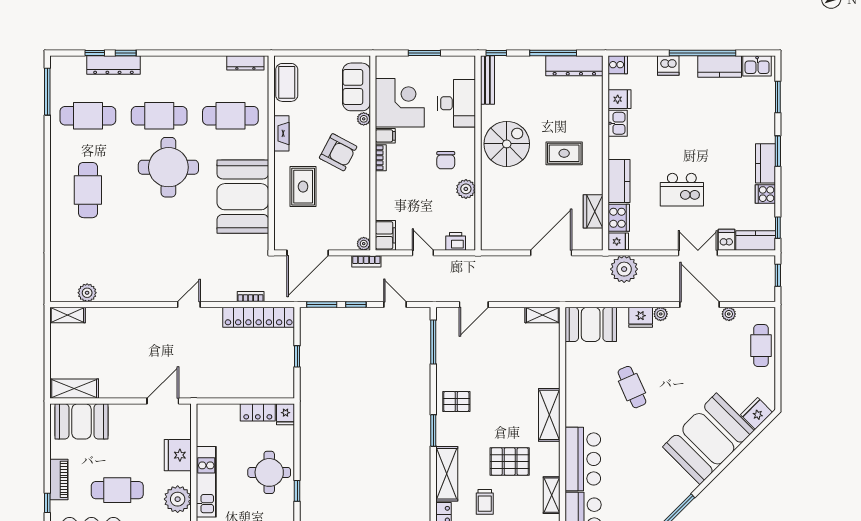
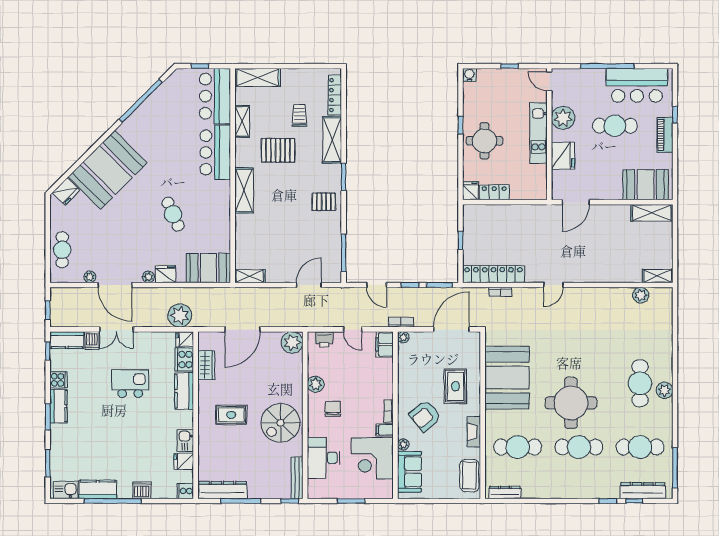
dresser: (113, 65) -> (643, 491), moved
armchair: (338, 152) -> (425, 416), turned -67
plant: (59, 182) -> (665, 390), added
plant: (493, 238) -> (292, 342), added

